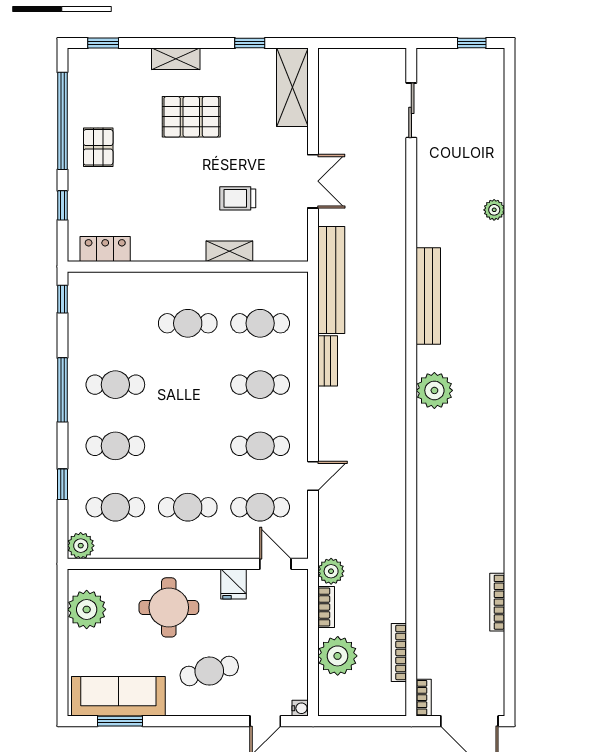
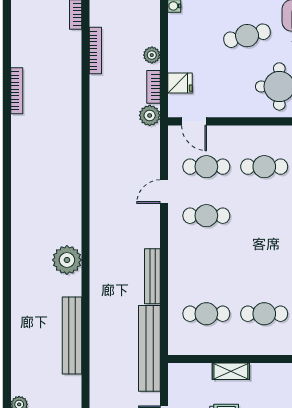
bench: (328, 361) -> (152, 276), width x1.36
cafe table: (260, 385) -> (206, 265), removed
fridge: (234, 584) -> (180, 83), moved, turned 90
plant: (338, 656) -> (152, 55), width x0.53, depth x0.53

